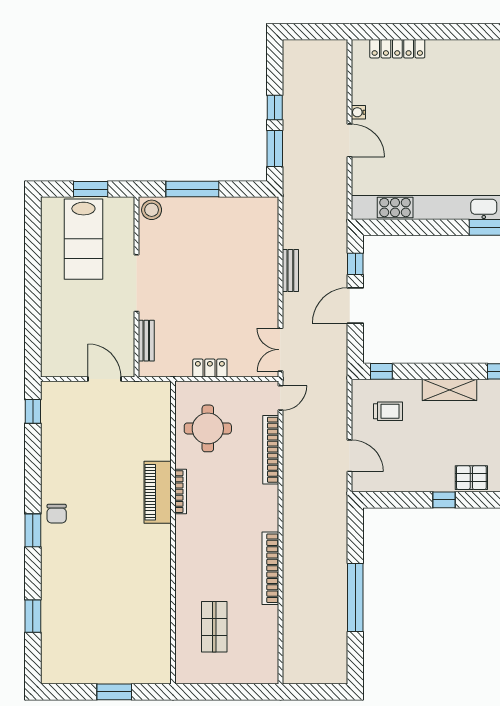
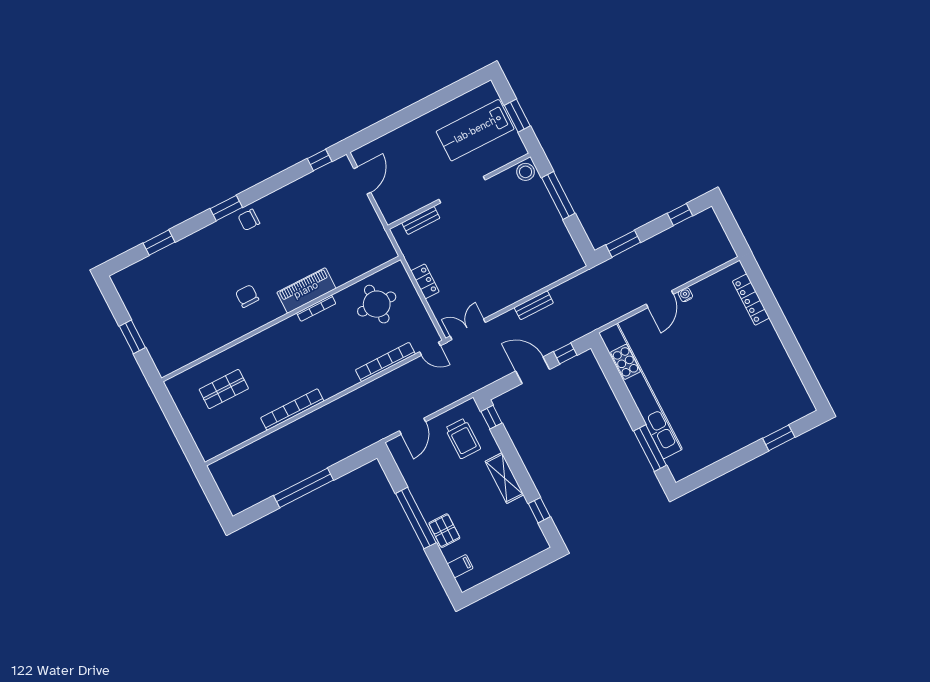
window: (275, 108) -> (680, 215), moved
door: (105, 379) -> (362, 180), moved
trolley: (388, 411) -> (463, 438), width x1.36, depth x1.39
window: (444, 500) -> (416, 518), width x3.17
chair: (132, 555) -> (247, 296), added

